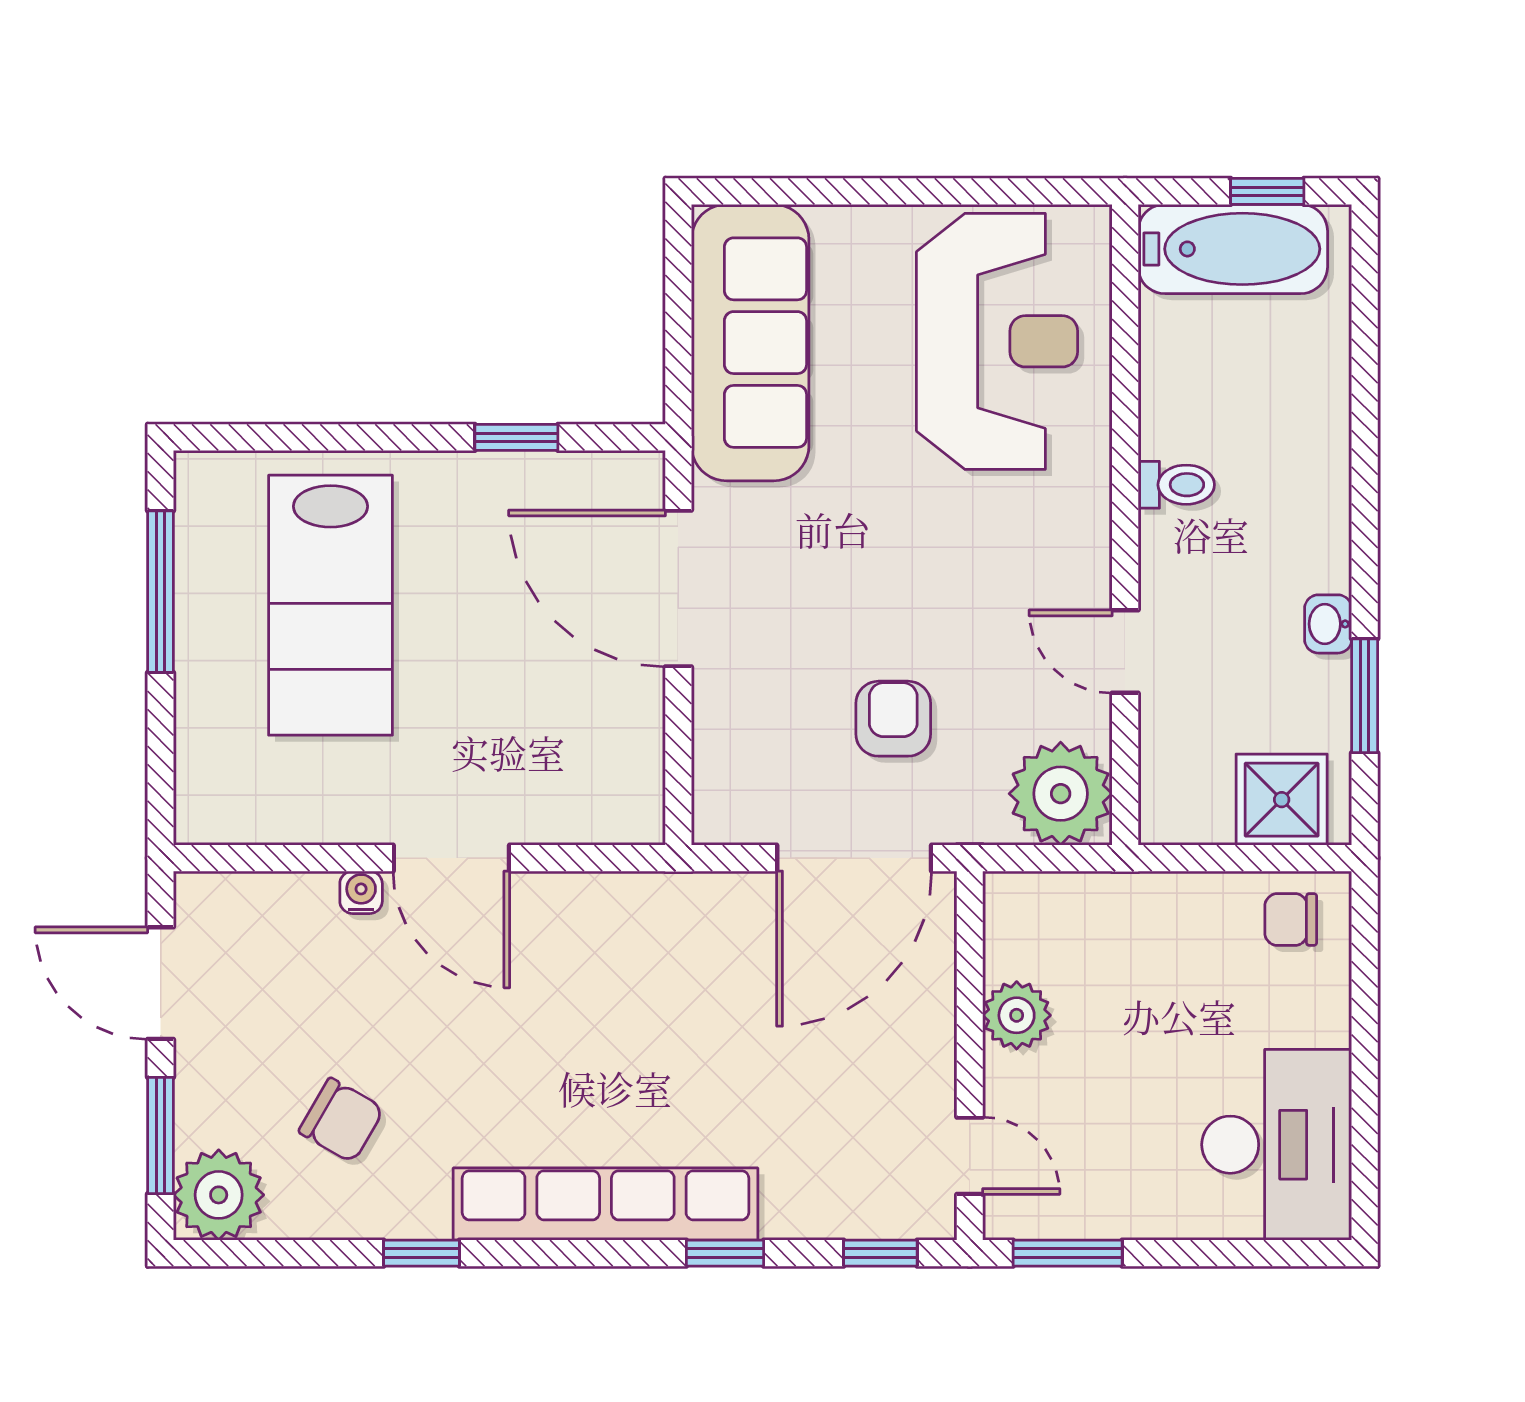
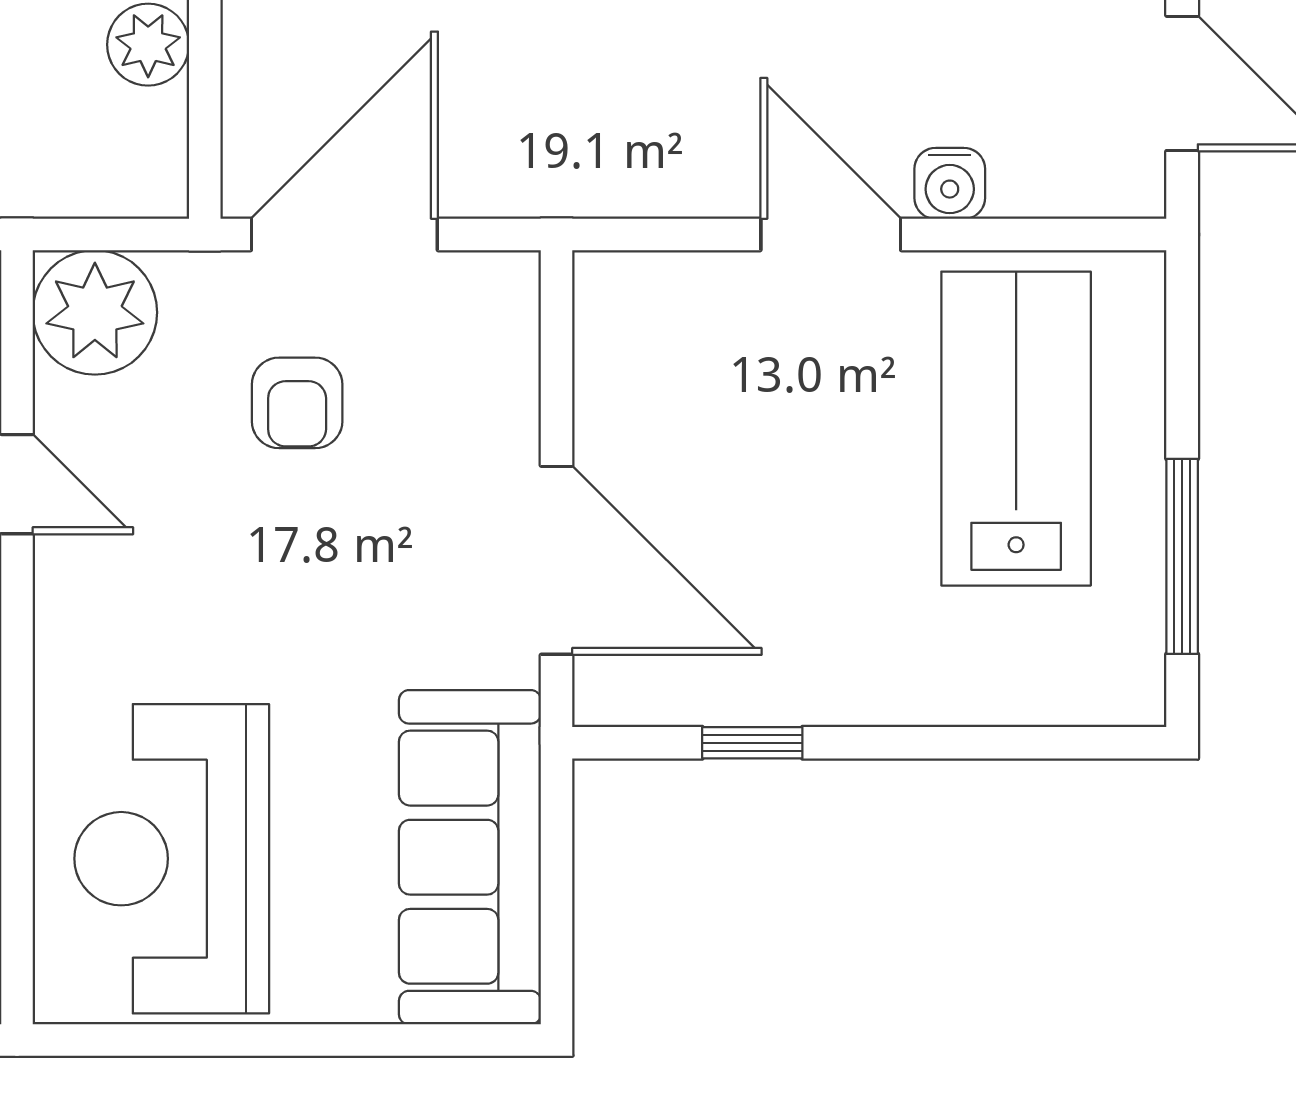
lab bench: (330, 605) -> (1016, 429), moved
water cooler: (361, 892) -> (950, 183), width x1.38, depth x1.38

